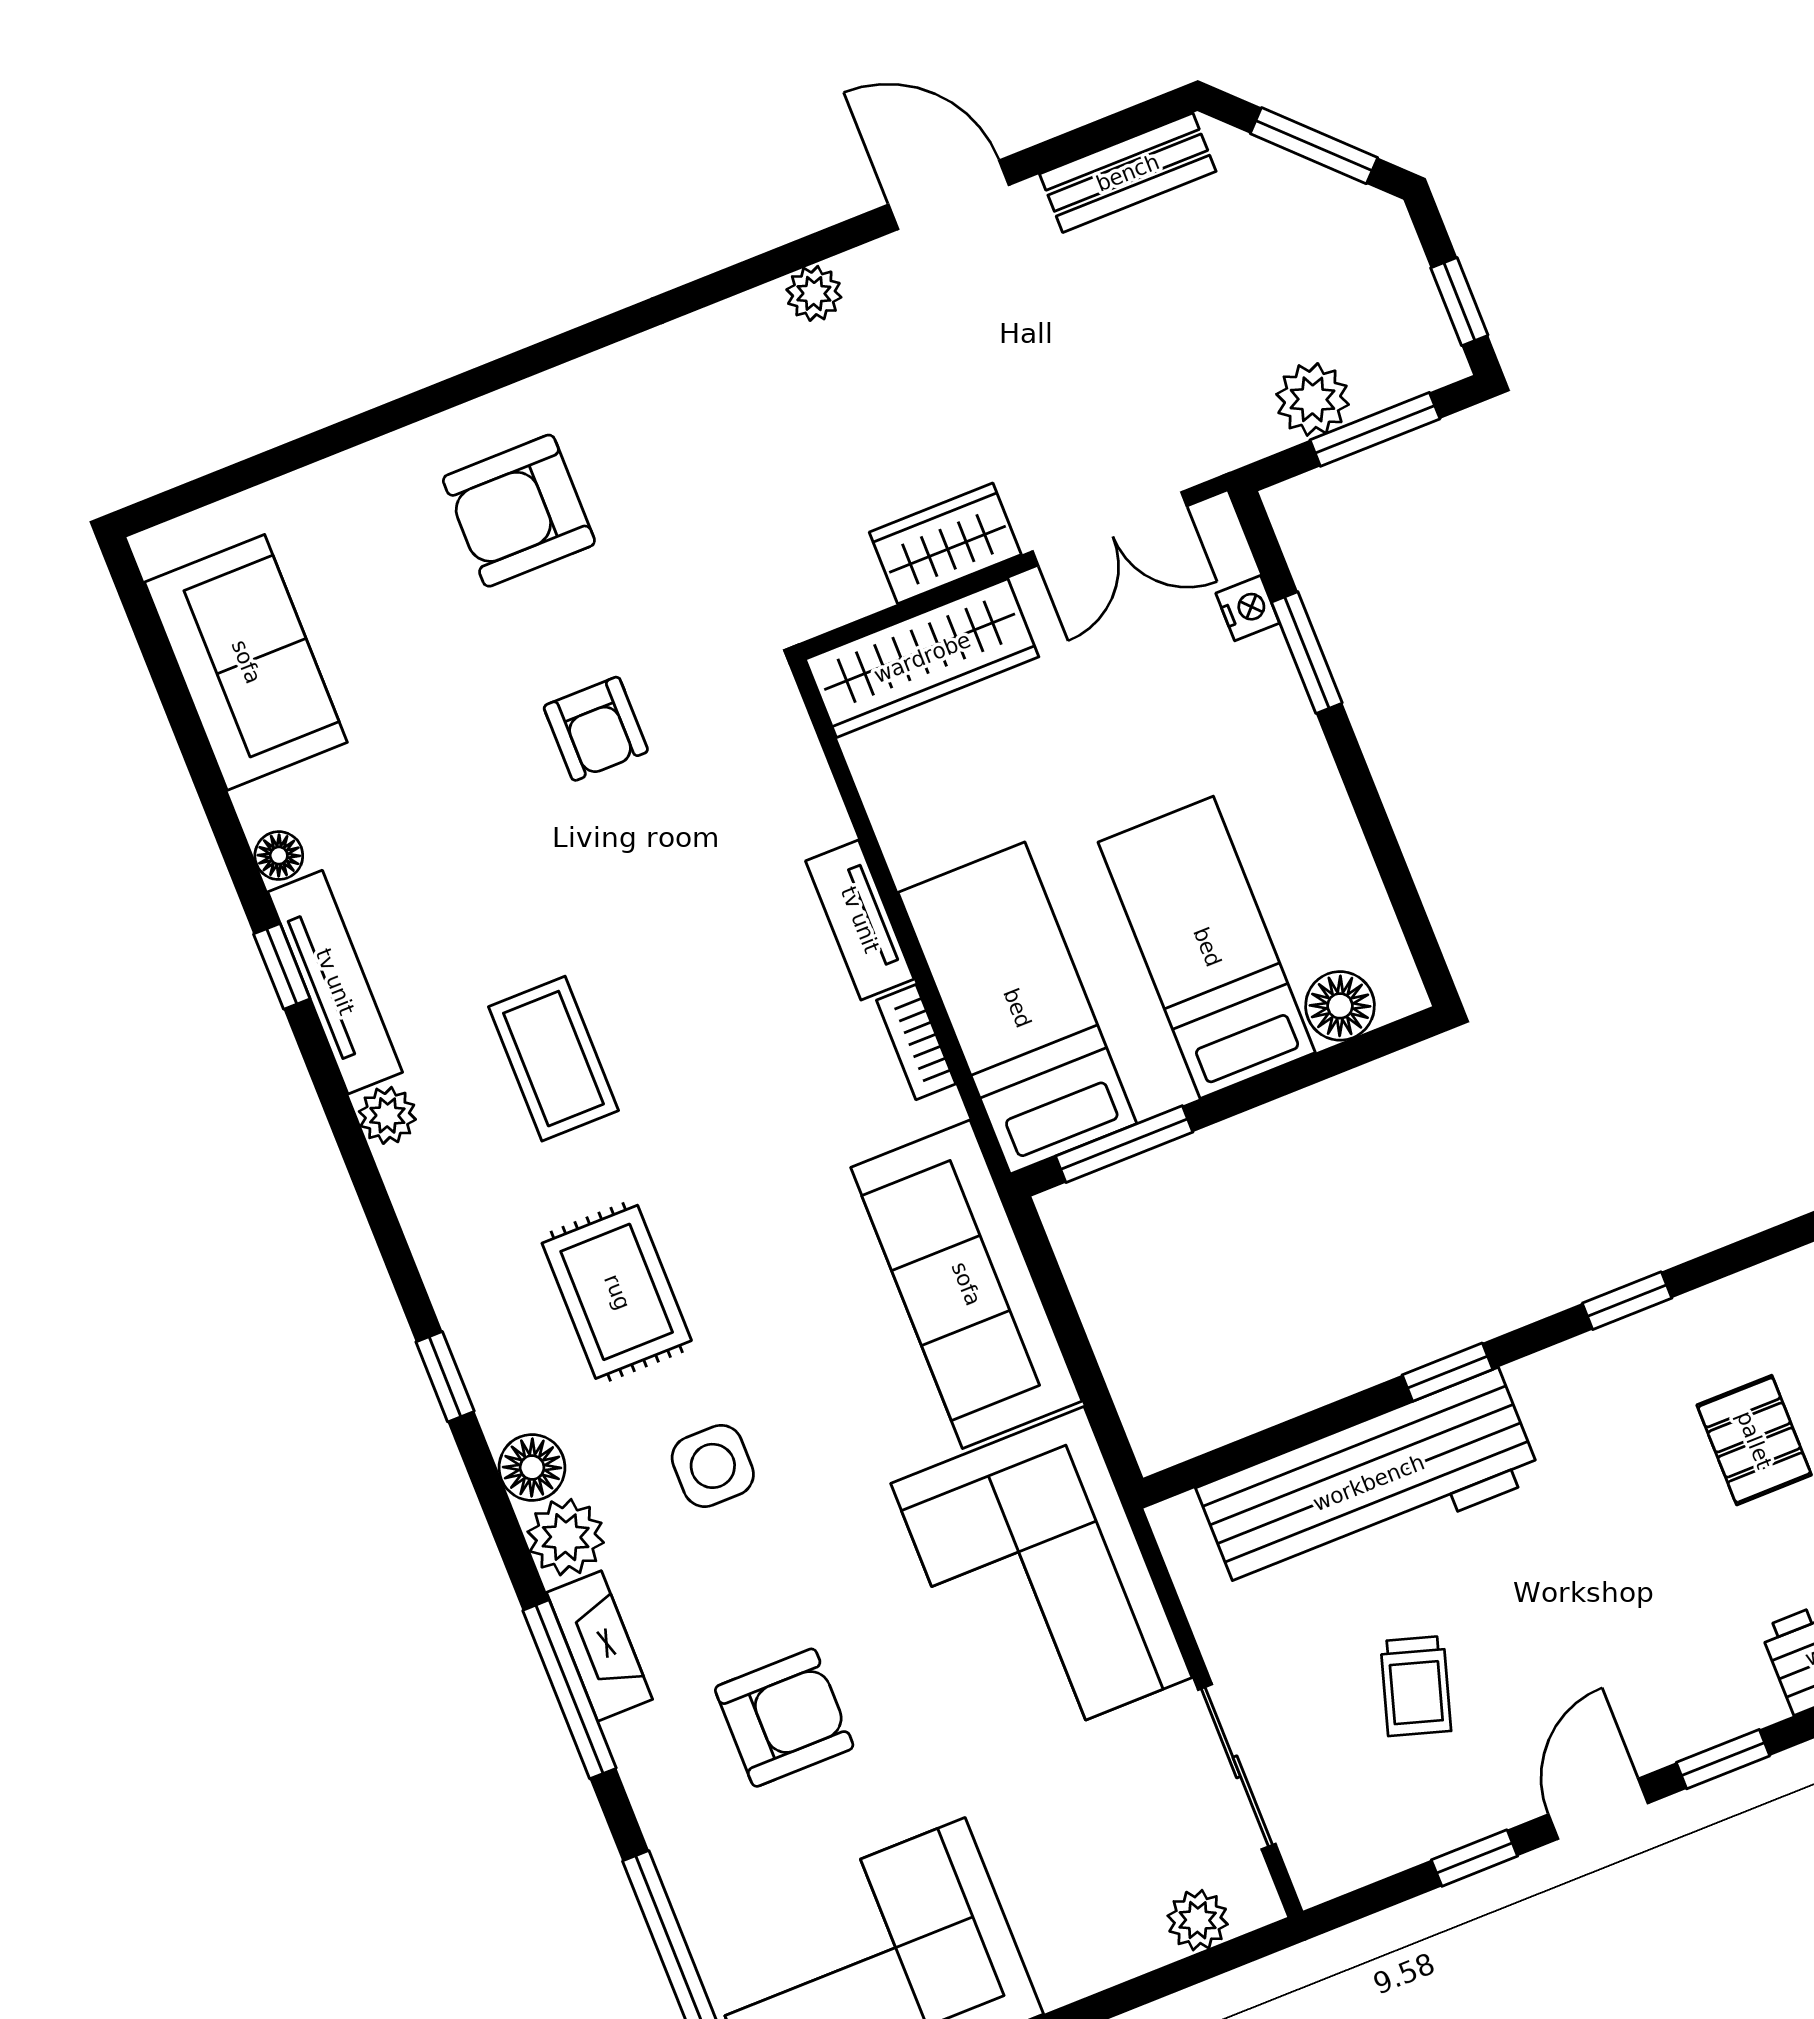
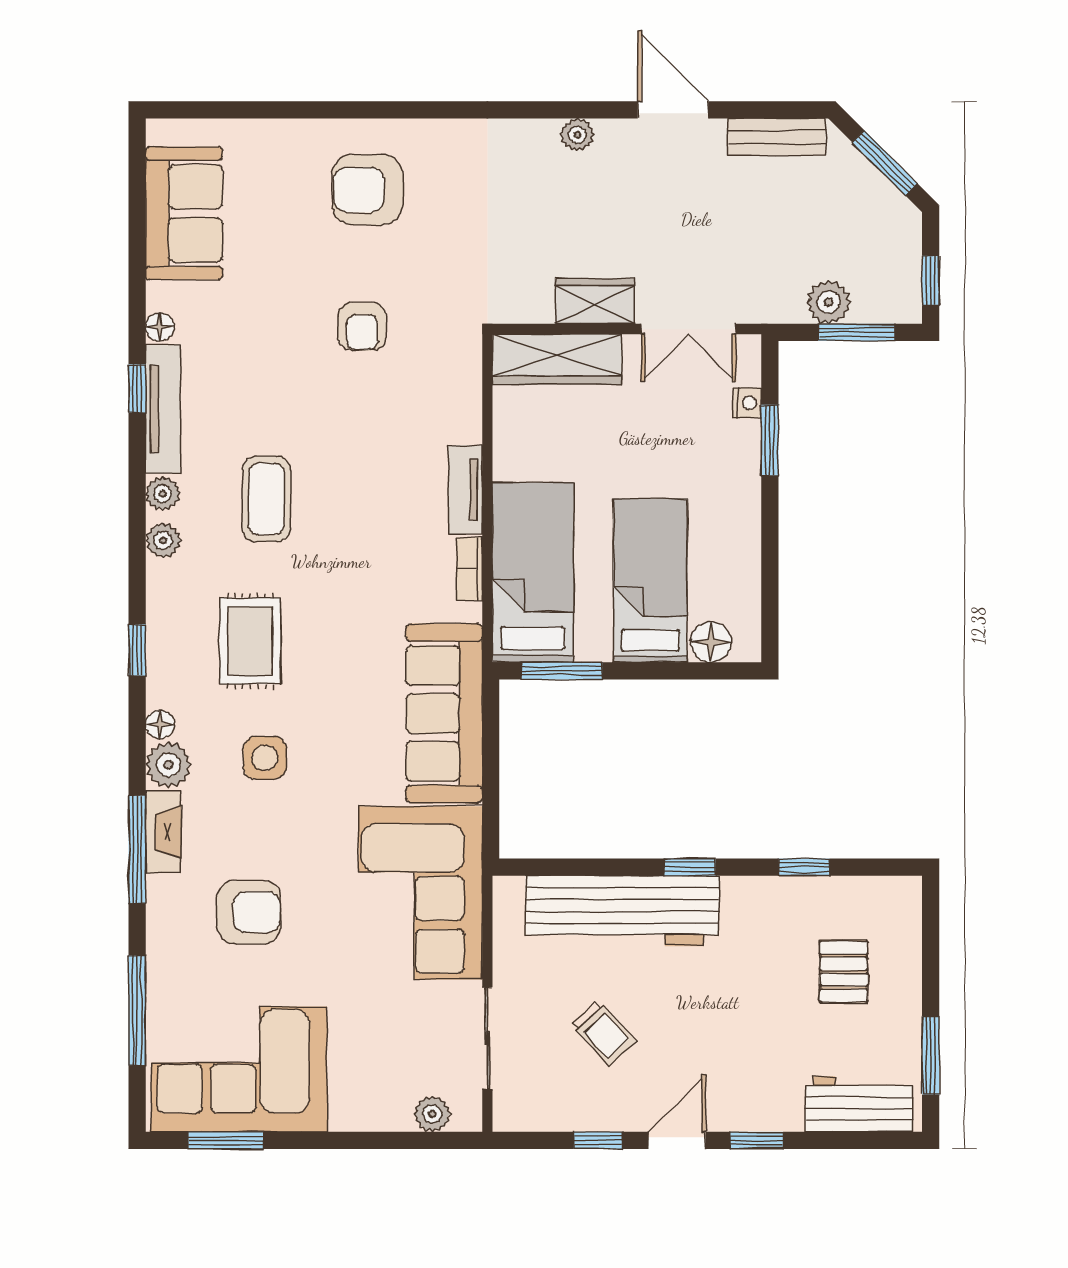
plant: (417, 1188) -> (163, 540), added
floor lamp: (532, 1467) -> (160, 724), width x0.73, depth x0.73
trolley: (1416, 1686) -> (604, 1033), turned -60

